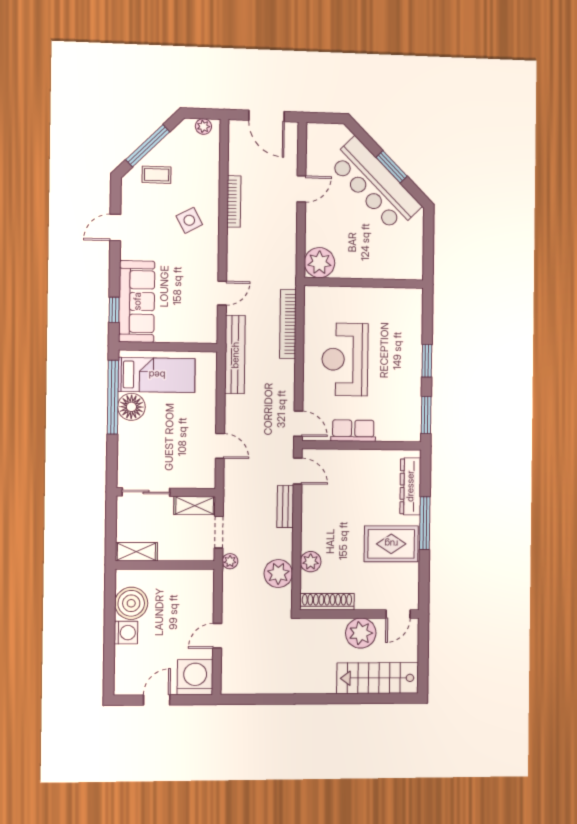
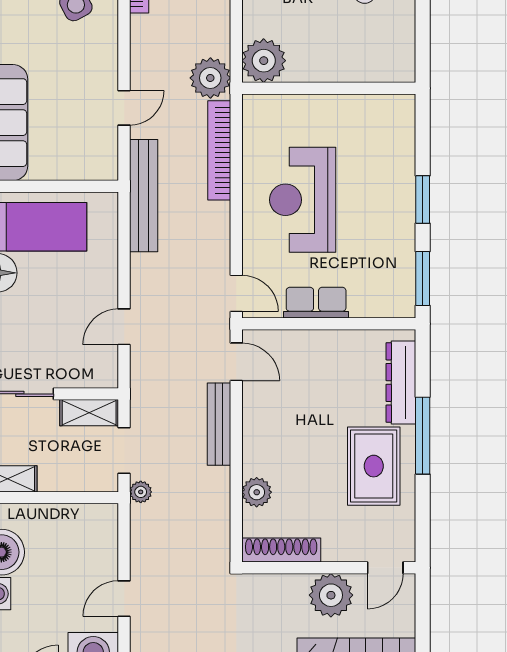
door: (220, 446) -> (124, 327), swing flipped
bench: (285, 507) -> (219, 424), width x1.36
rug: (391, 544) -> (374, 466), turned 90
plant: (278, 574) -> (210, 78), moved

